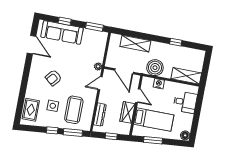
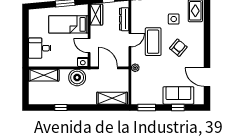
sofa: (62, 32) -> (178, 95), width x0.73
shelving: (135, 44) -> (112, 98), moved
door: (100, 83) -> (130, 40), moved
nightstand: (159, 84) -> (83, 62), moved
coffee table: (74, 110) -> (153, 42), moved
wardrobe: (127, 112) -> (96, 15), moved
floor lamp: (185, 135) -> (33, 14), removed

